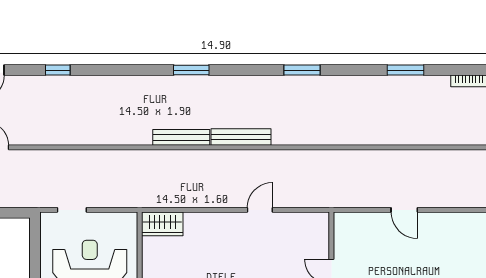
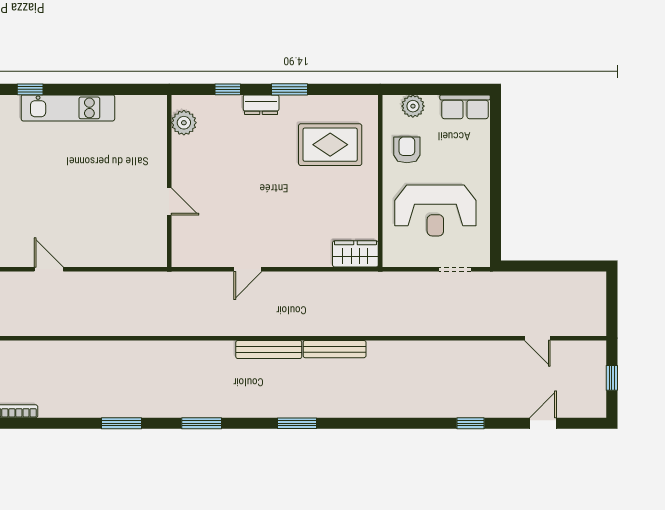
window: (191, 70) -> (297, 423), moved
window: (405, 70) -> (121, 423), moved
door: (404, 210) -> (49, 269), moved

